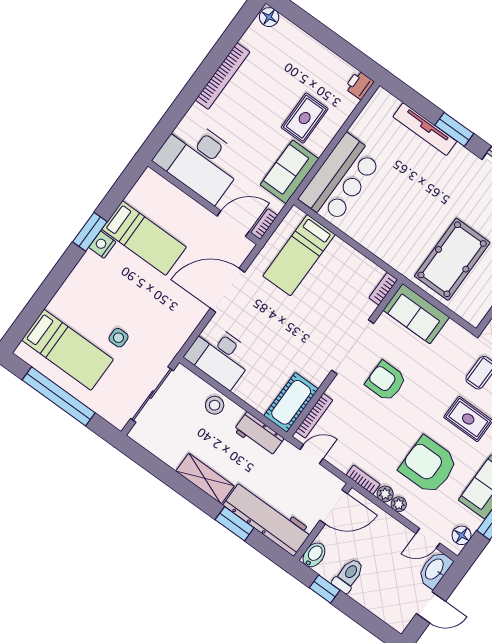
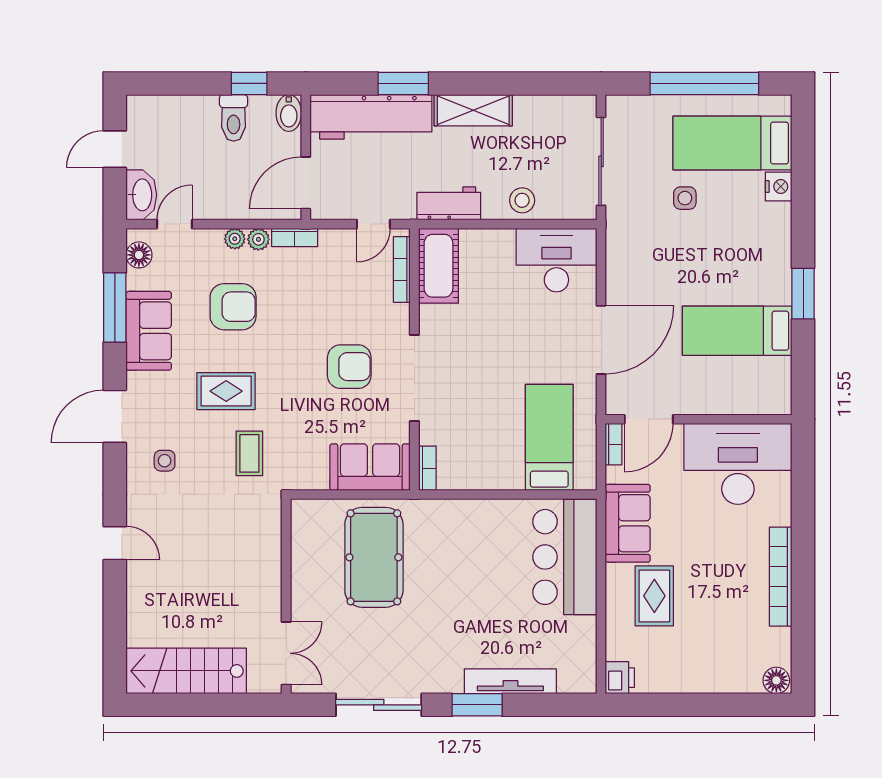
nightstand: (102, 245) -> (779, 187), moved
armchair: (428, 465) -> (233, 307), width x0.73, depth x0.73

